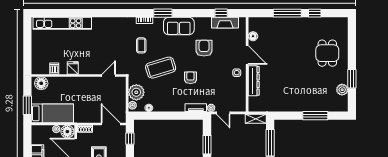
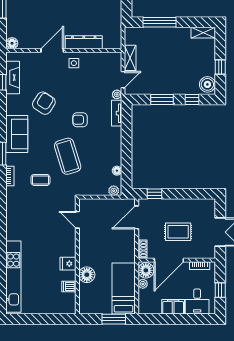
floor lamp: (253, 36) -> (12, 43), moved
armchair: (204, 48) -> (44, 103), turned 123
floor lamp: (41, 83) -> (87, 275), moved
plant: (136, 92) -> (98, 186), removed
shelving: (256, 119) -> (130, 58), moved

